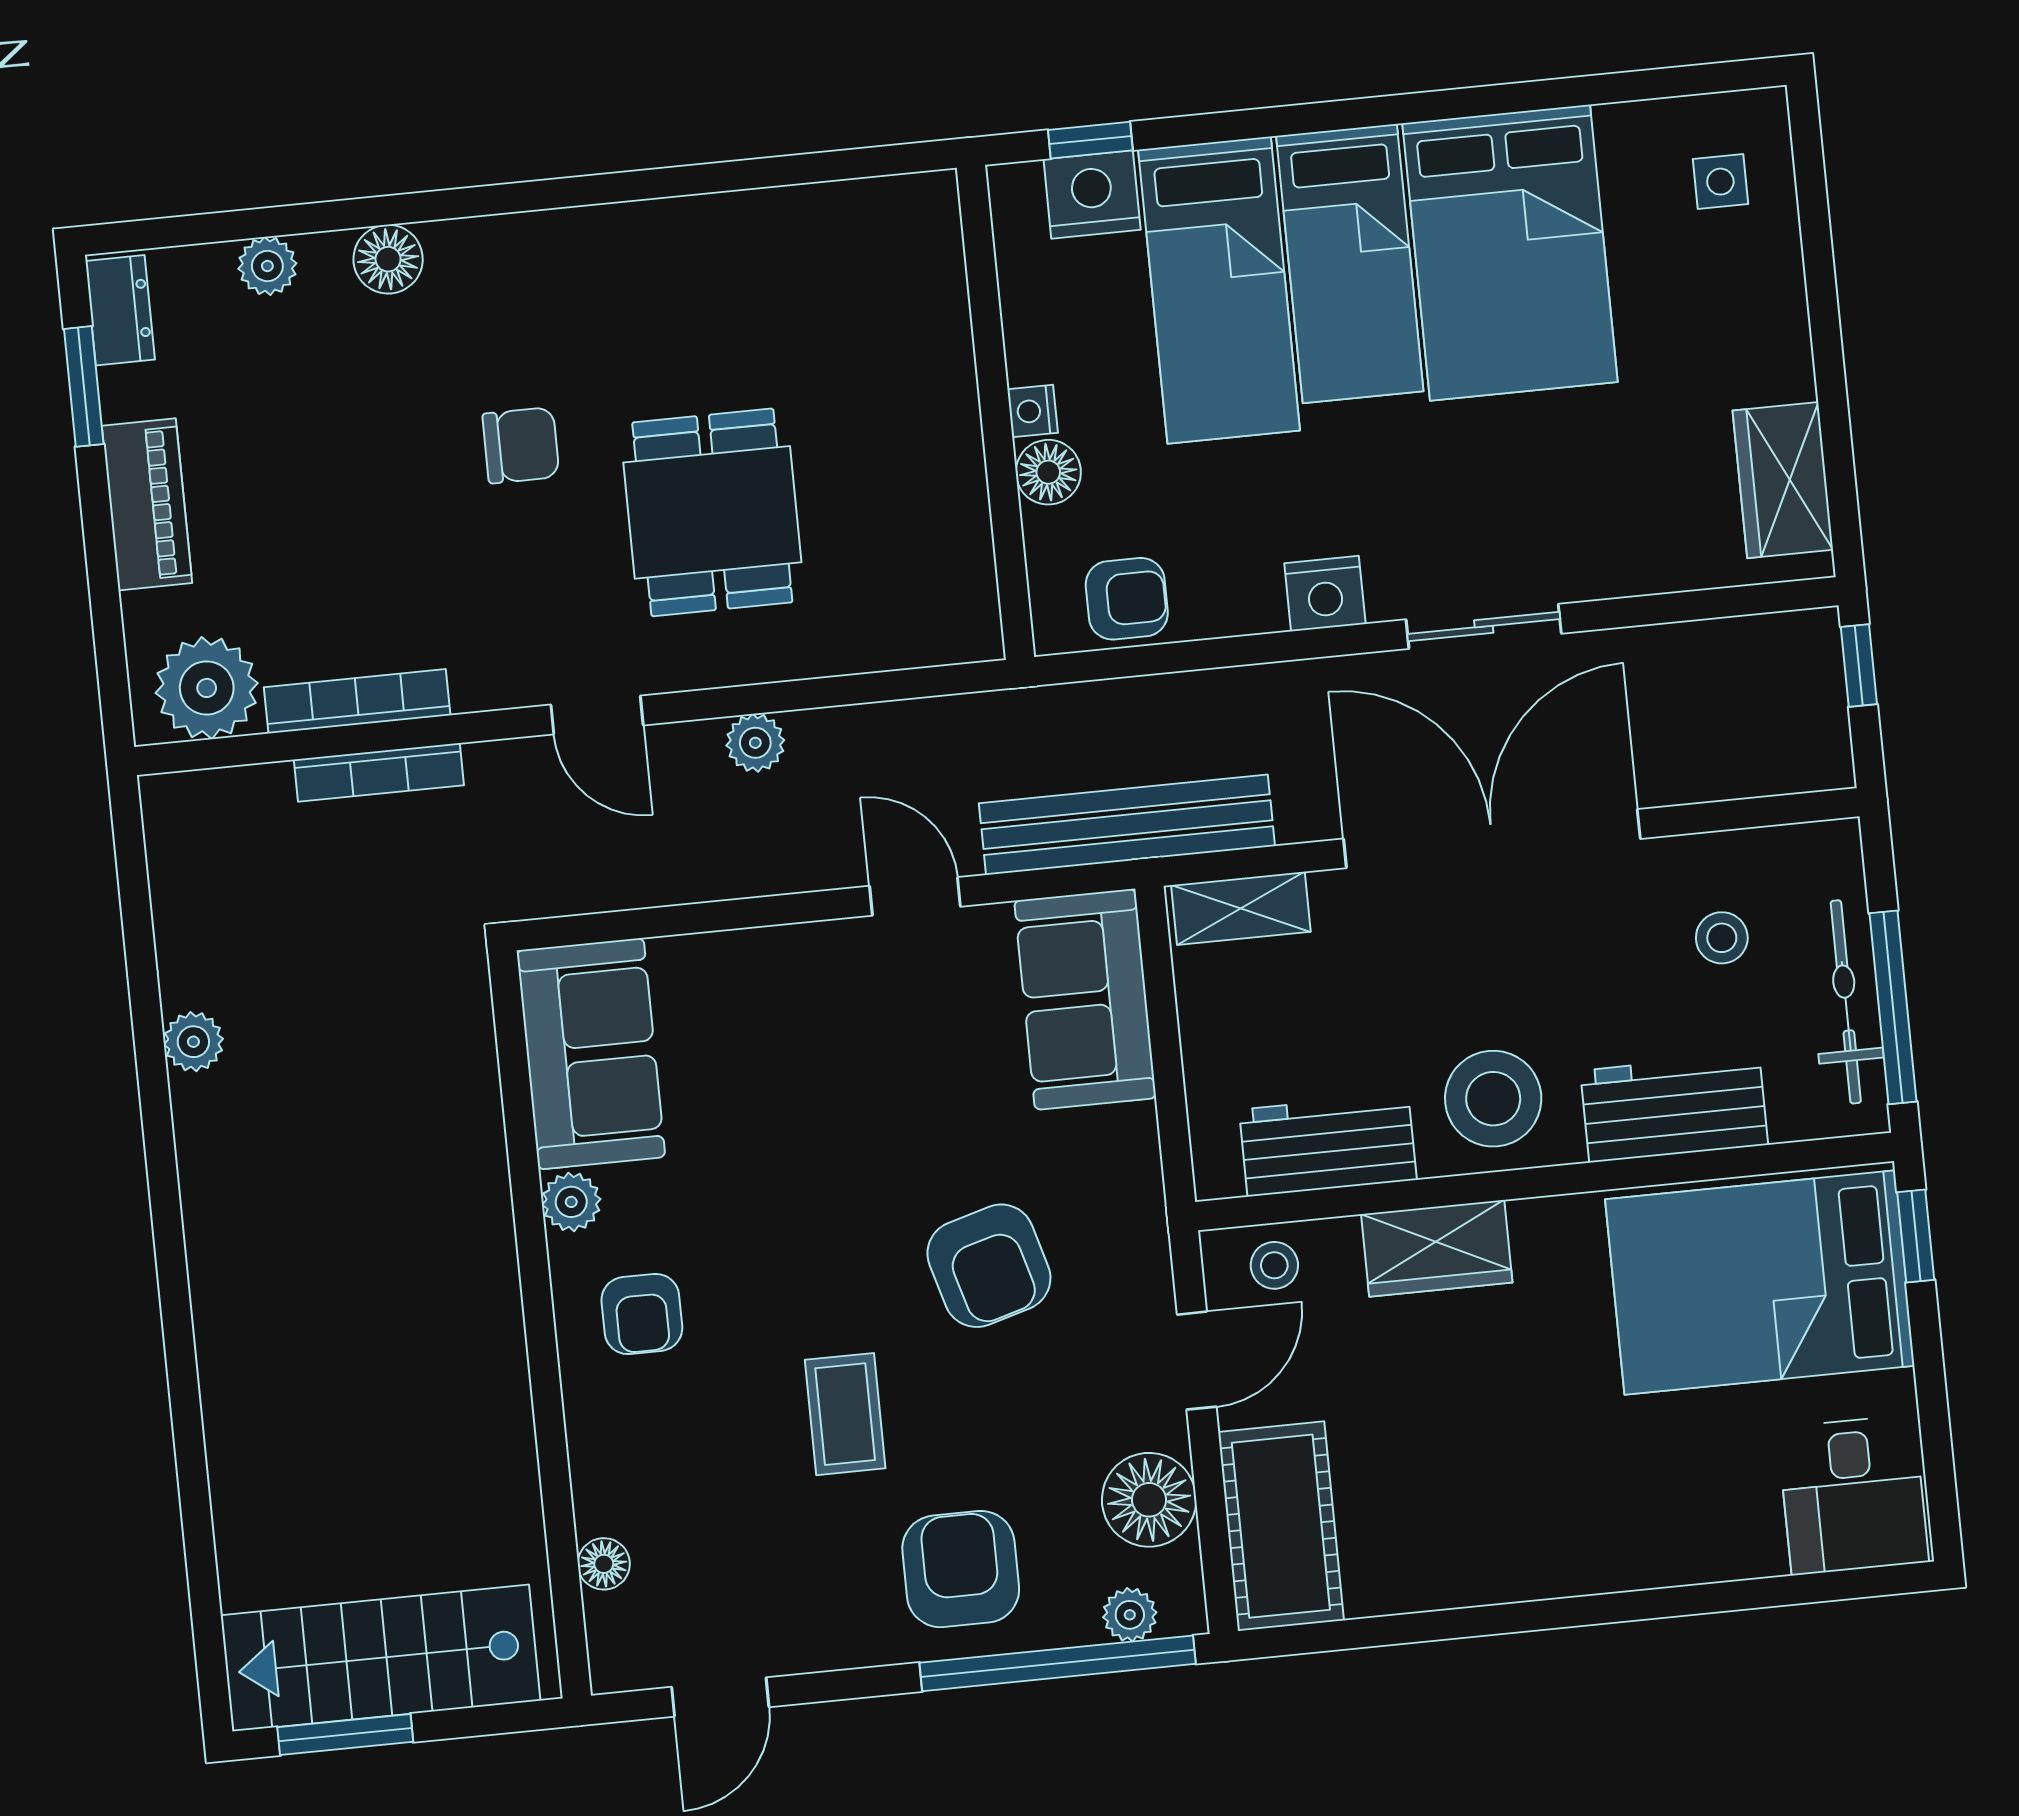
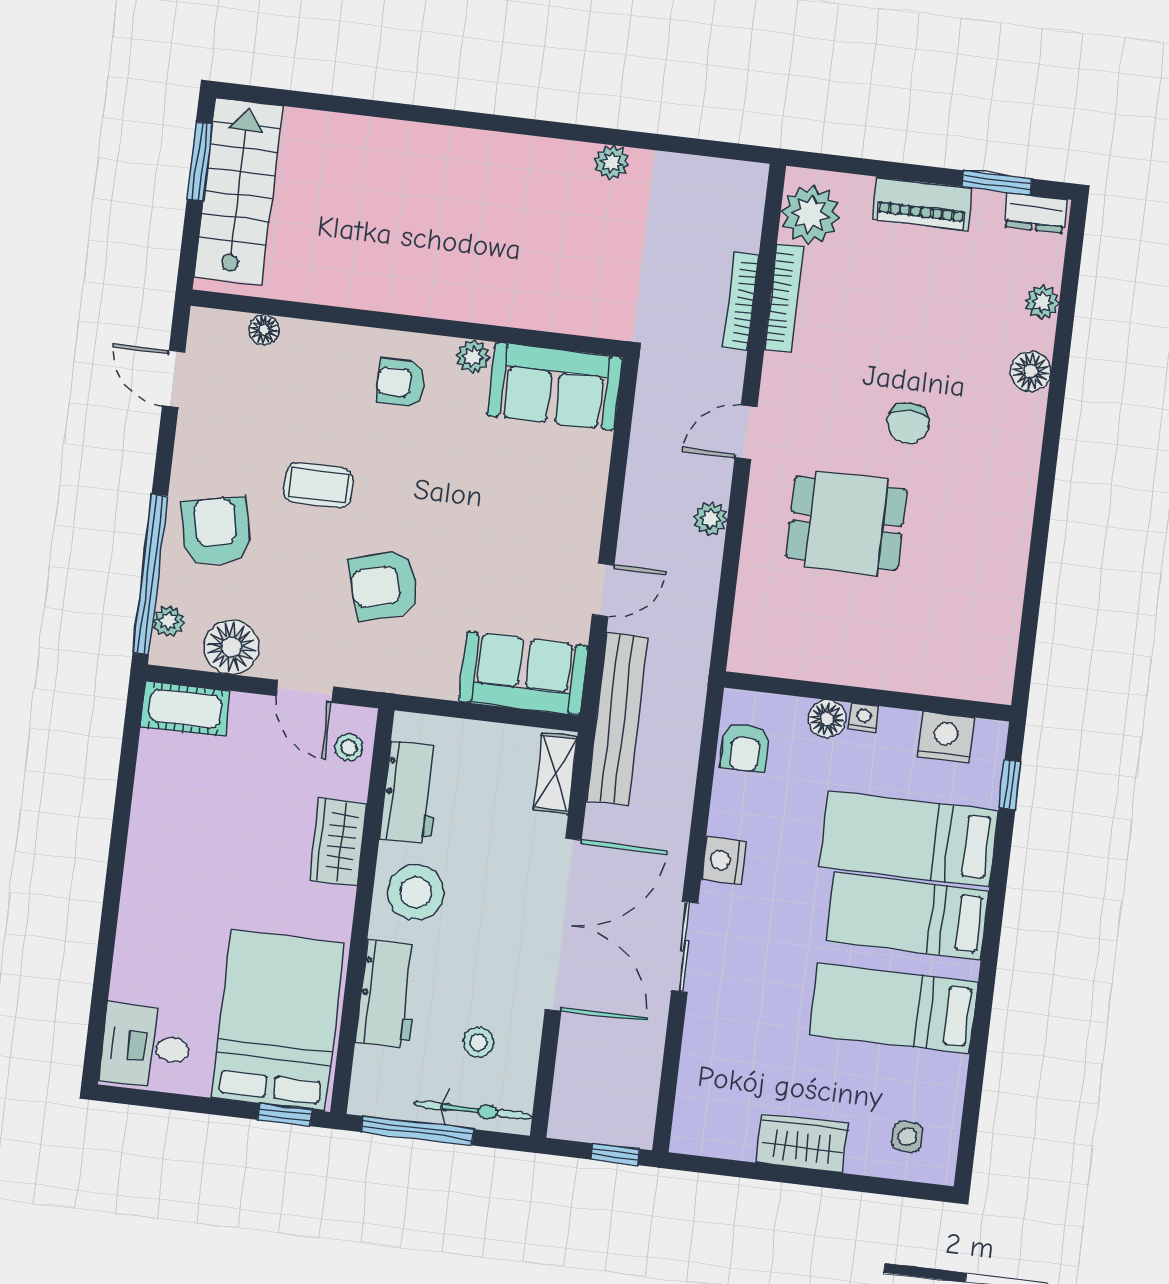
nightstand: (1092, 195) -> (946, 738), moved, turned -90
bed: (1510, 253) -> (893, 1008), width x0.67
wardrobe: (1783, 480) -> (802, 1143), moved
bicycle: (1846, 1002) -> (473, 1110), moved
cot: (1281, 1526) -> (185, 709), width x0.73, depth x0.75
armchair: (961, 1569) -> (216, 531), turned -102

